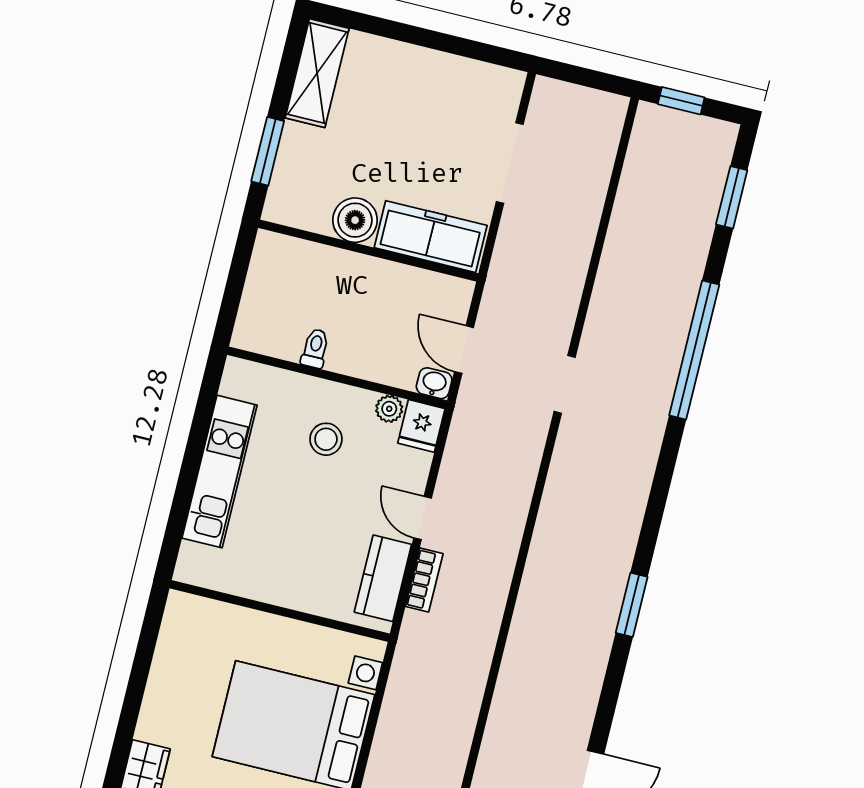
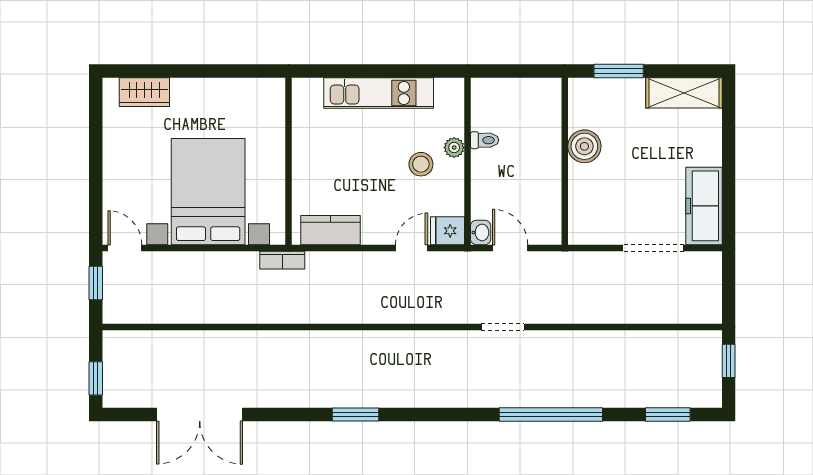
freezer: (431, 237) -> (704, 206), moved, turned 180
door: (464, 350) -> (510, 248), hinge flipped
plant: (389, 409) -> (454, 148), moved
door: (423, 518) -> (412, 248), moved
bookcase: (424, 580) -> (282, 260), moved

